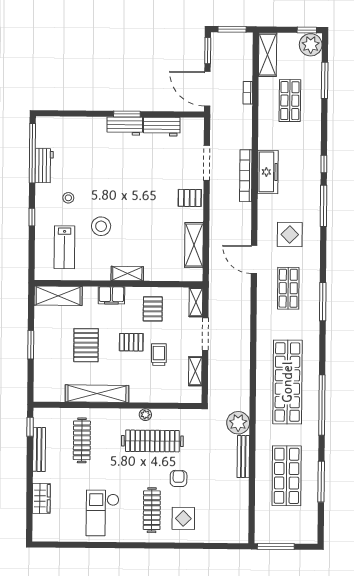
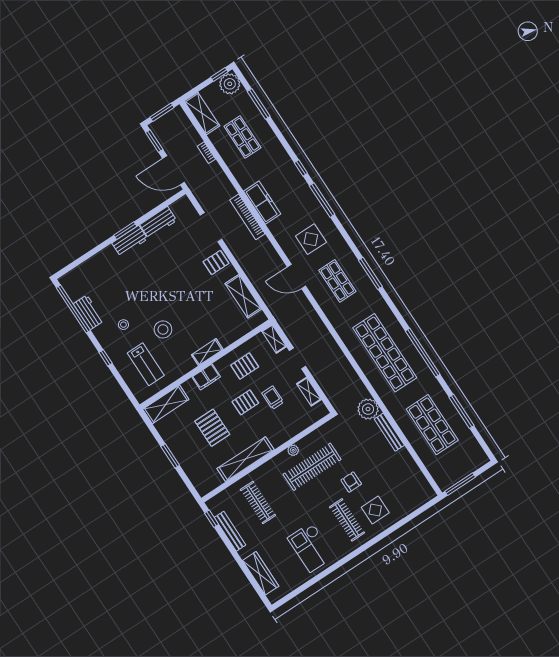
pallet: (153, 309) -> (245, 366), turned 90
doorway: (205, 334) -> (298, 358), width x0.73
wardrobe: (41, 498) -> (261, 573), width x1.50

